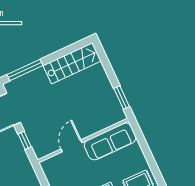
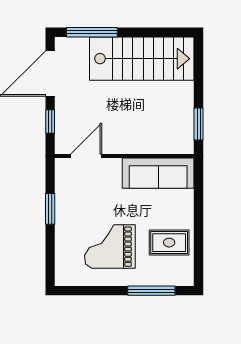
stairs: (72, 63) -> (142, 59), width x1.36, depth x1.51
door: (71, 146) -> (86, 156), moved

